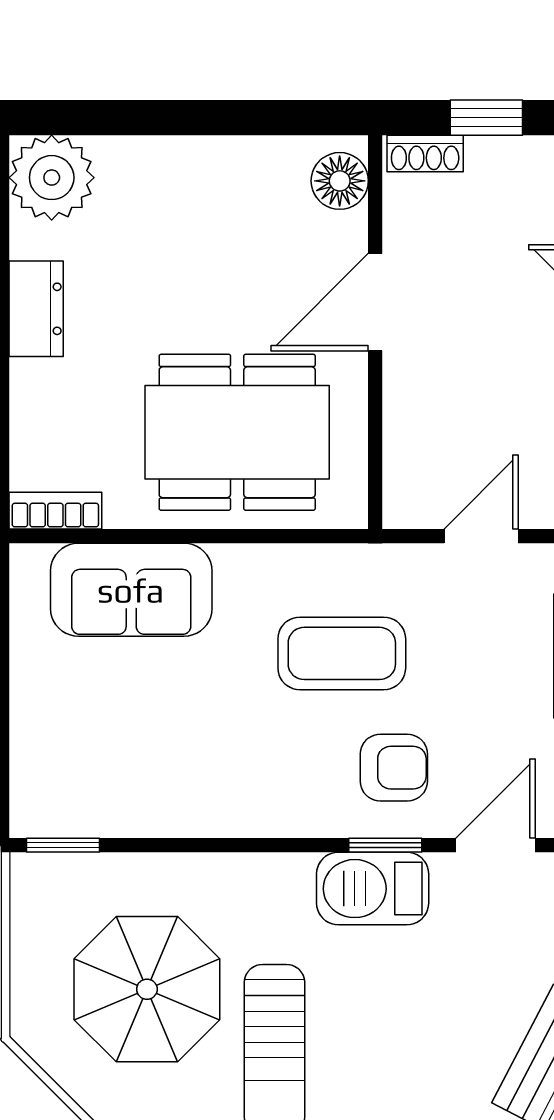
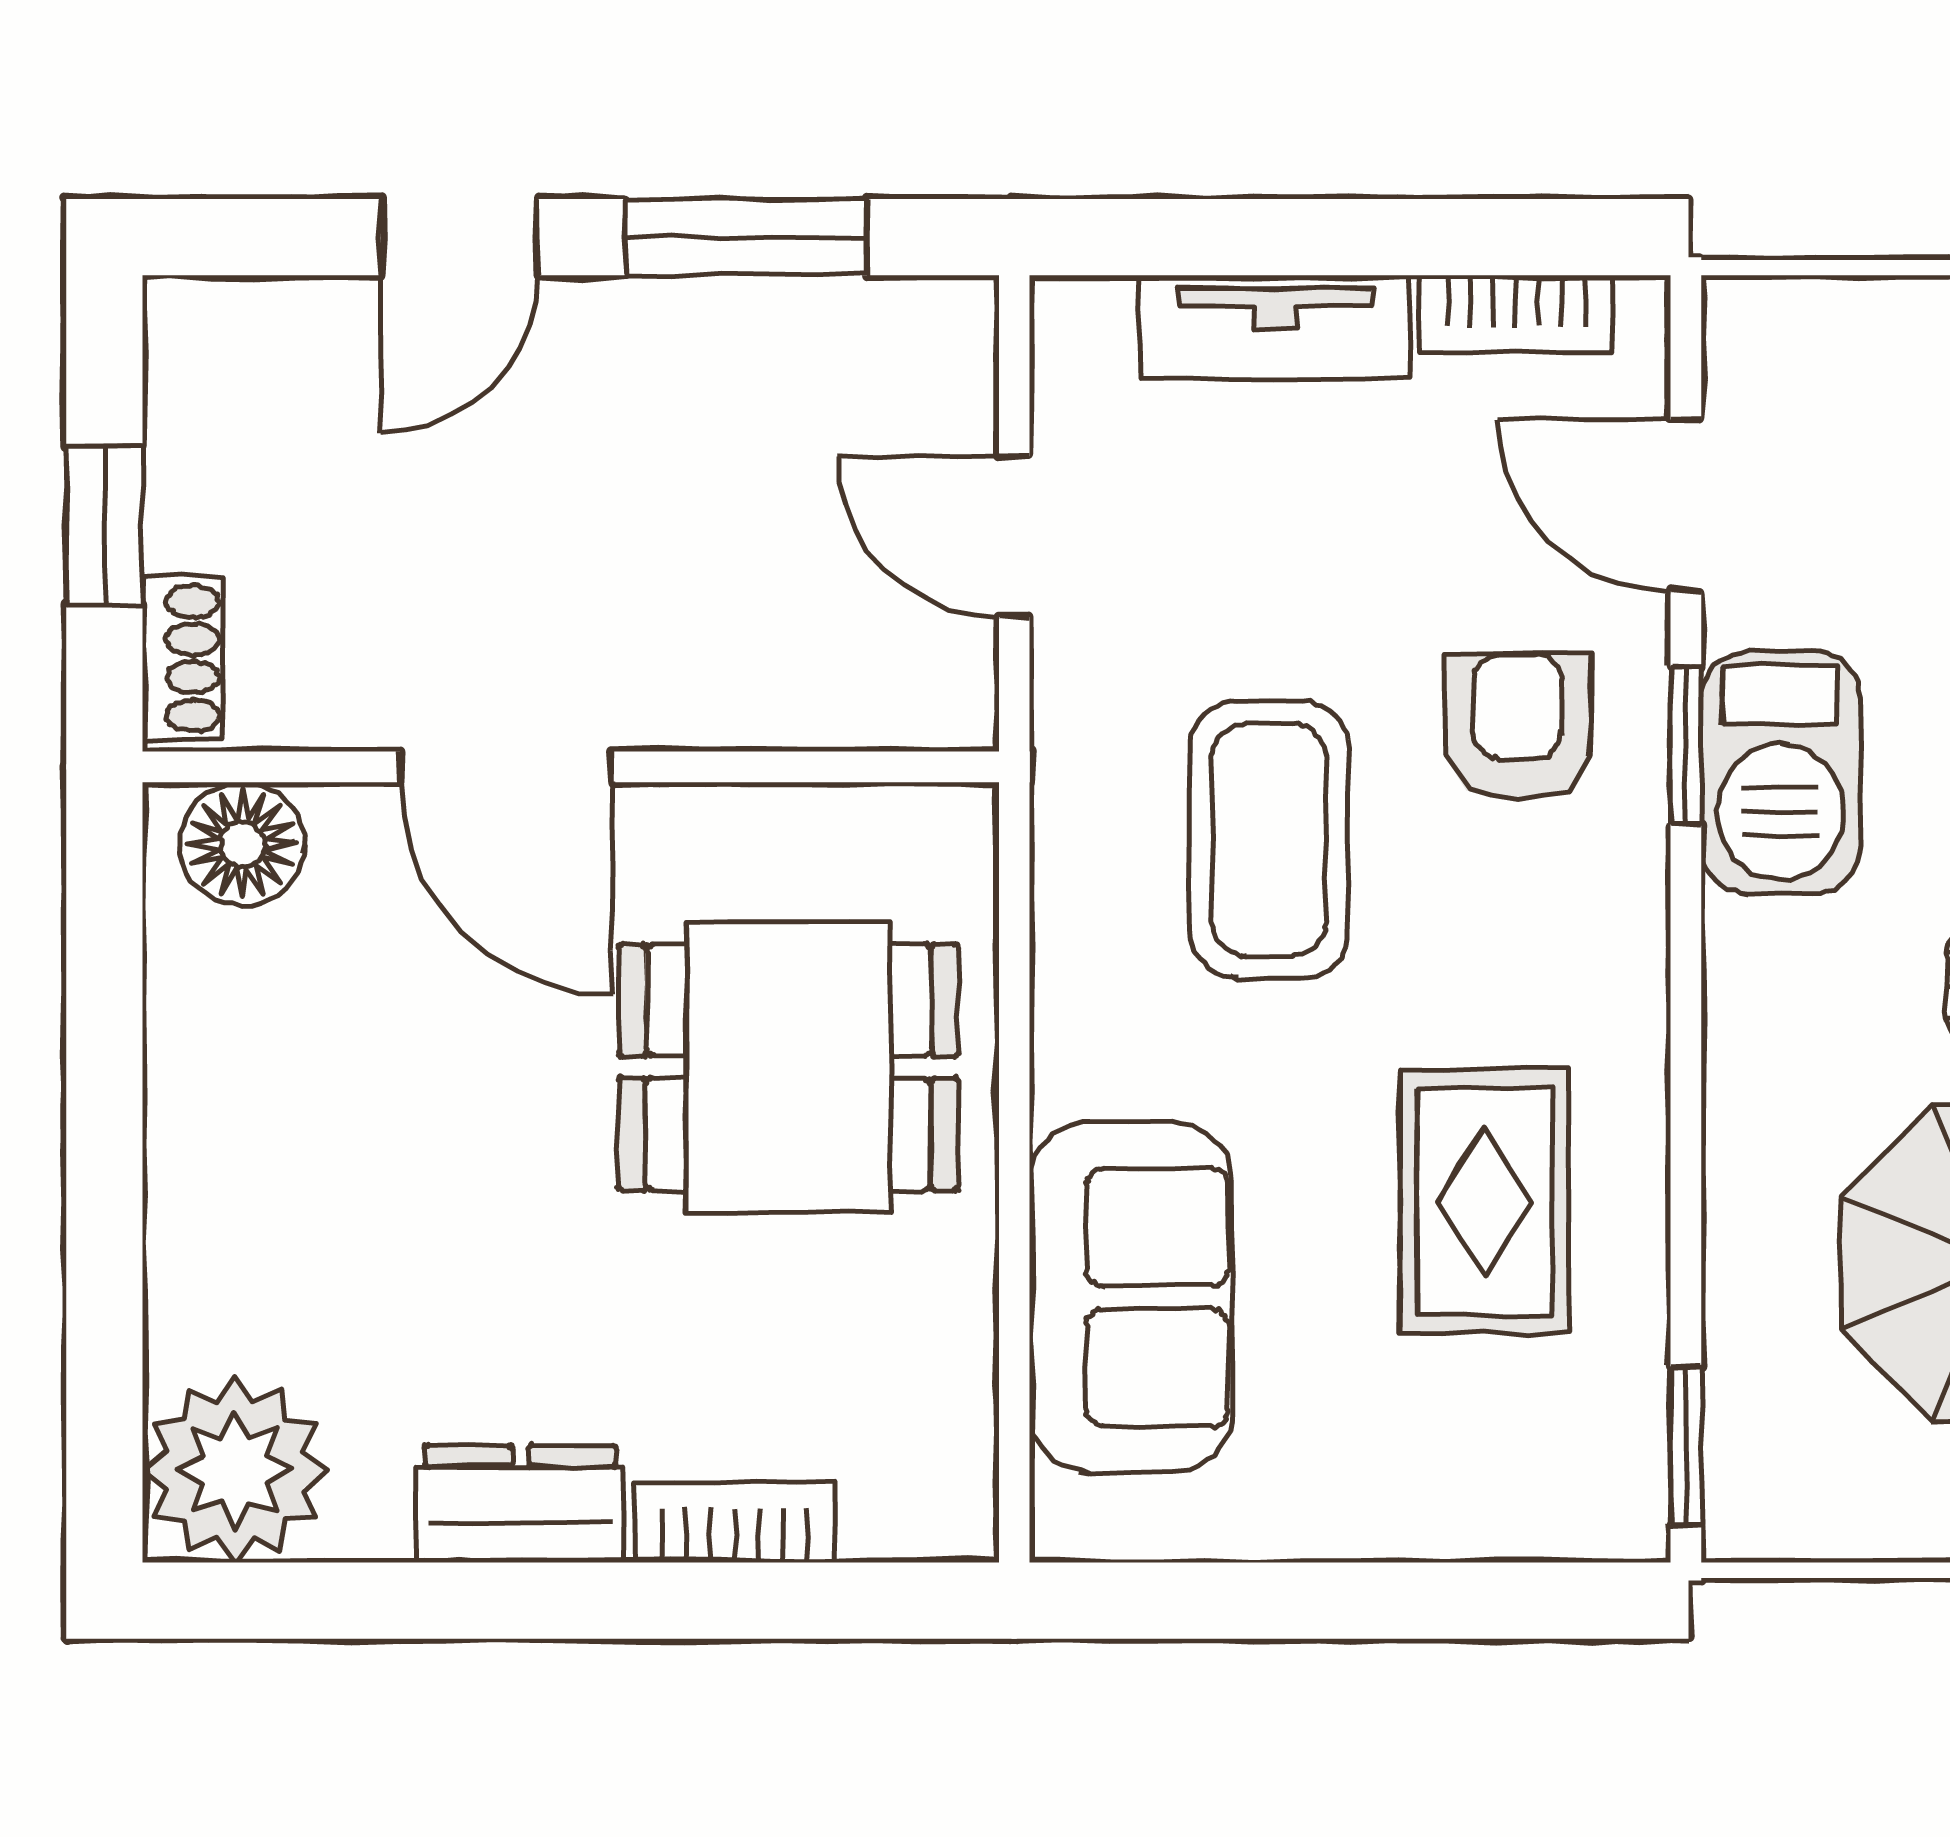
dining table: (237, 432) -> (789, 1067), width x0.73
bookcase: (55, 511) -> (735, 1523), moved, turned 90
rug: (175, 752) -> (1484, 1202), added

